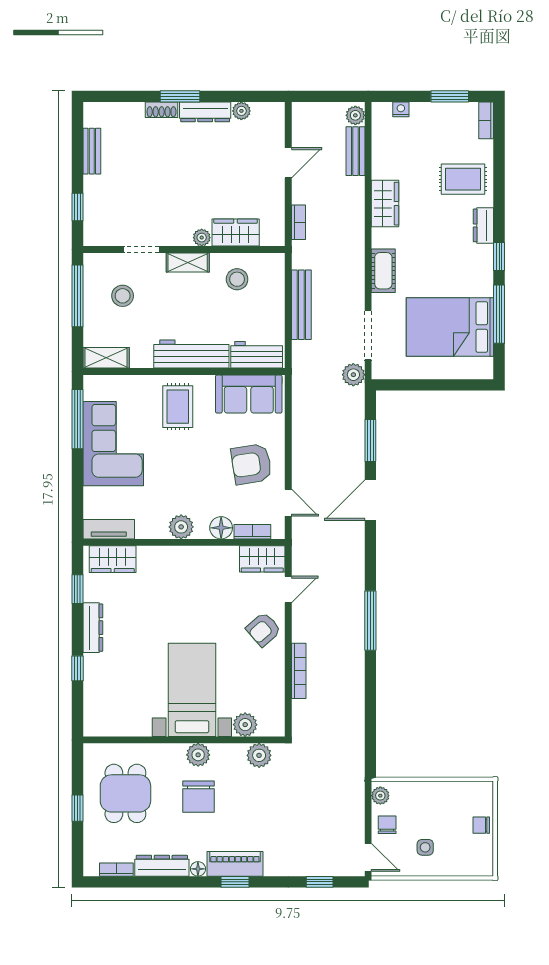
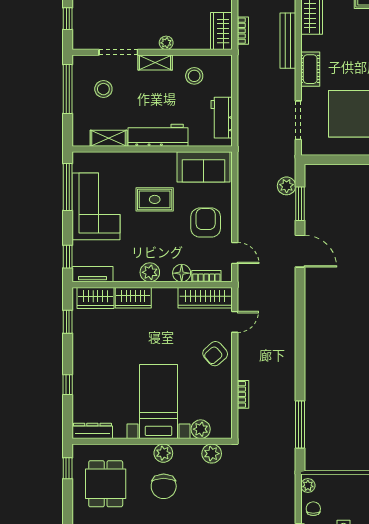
wardrobe: (236, 233) -> (221, 31), moved, turned -90
doorway: (141, 249) -> (118, 52), width x1.38
bench: (301, 305) -> (288, 41), moved
workbench: (257, 355) -> (222, 118), moved, turned -90
shelving: (106, 358) -> (109, 138), moved
plant: (353, 375) -> (287, 186), moved
rug: (178, 407) -> (155, 199), moved, turned 90
armchair: (251, 464) -> (206, 223), turned 99
door: (370, 500) -> (300, 251), swing flipped
window: (77, 507) -> (68, 257), added
wardrobe: (160, 559) -> (133, 298), added
wardrobe: (262, 559) -> (205, 298), width x1.50
window: (370, 621) -> (300, 424), moved
dresser: (93, 628) -> (92, 431), moved, turned -90
bookcase: (299, 671) -> (243, 394), width x0.64
window: (77, 808) -> (68, 468), moved

